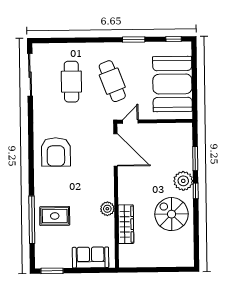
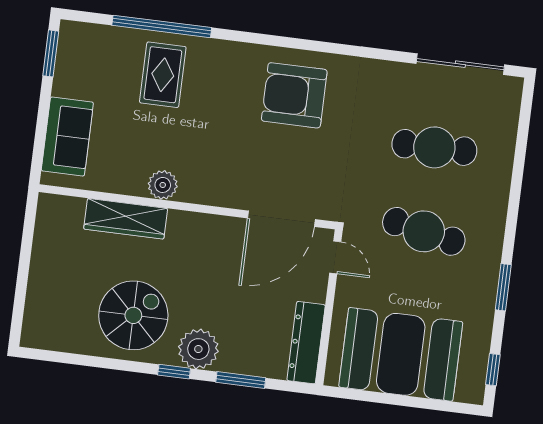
cafe table: (112, 81) -> (424, 231), turned 33
dresser: (173, 130) -> (306, 343), added

